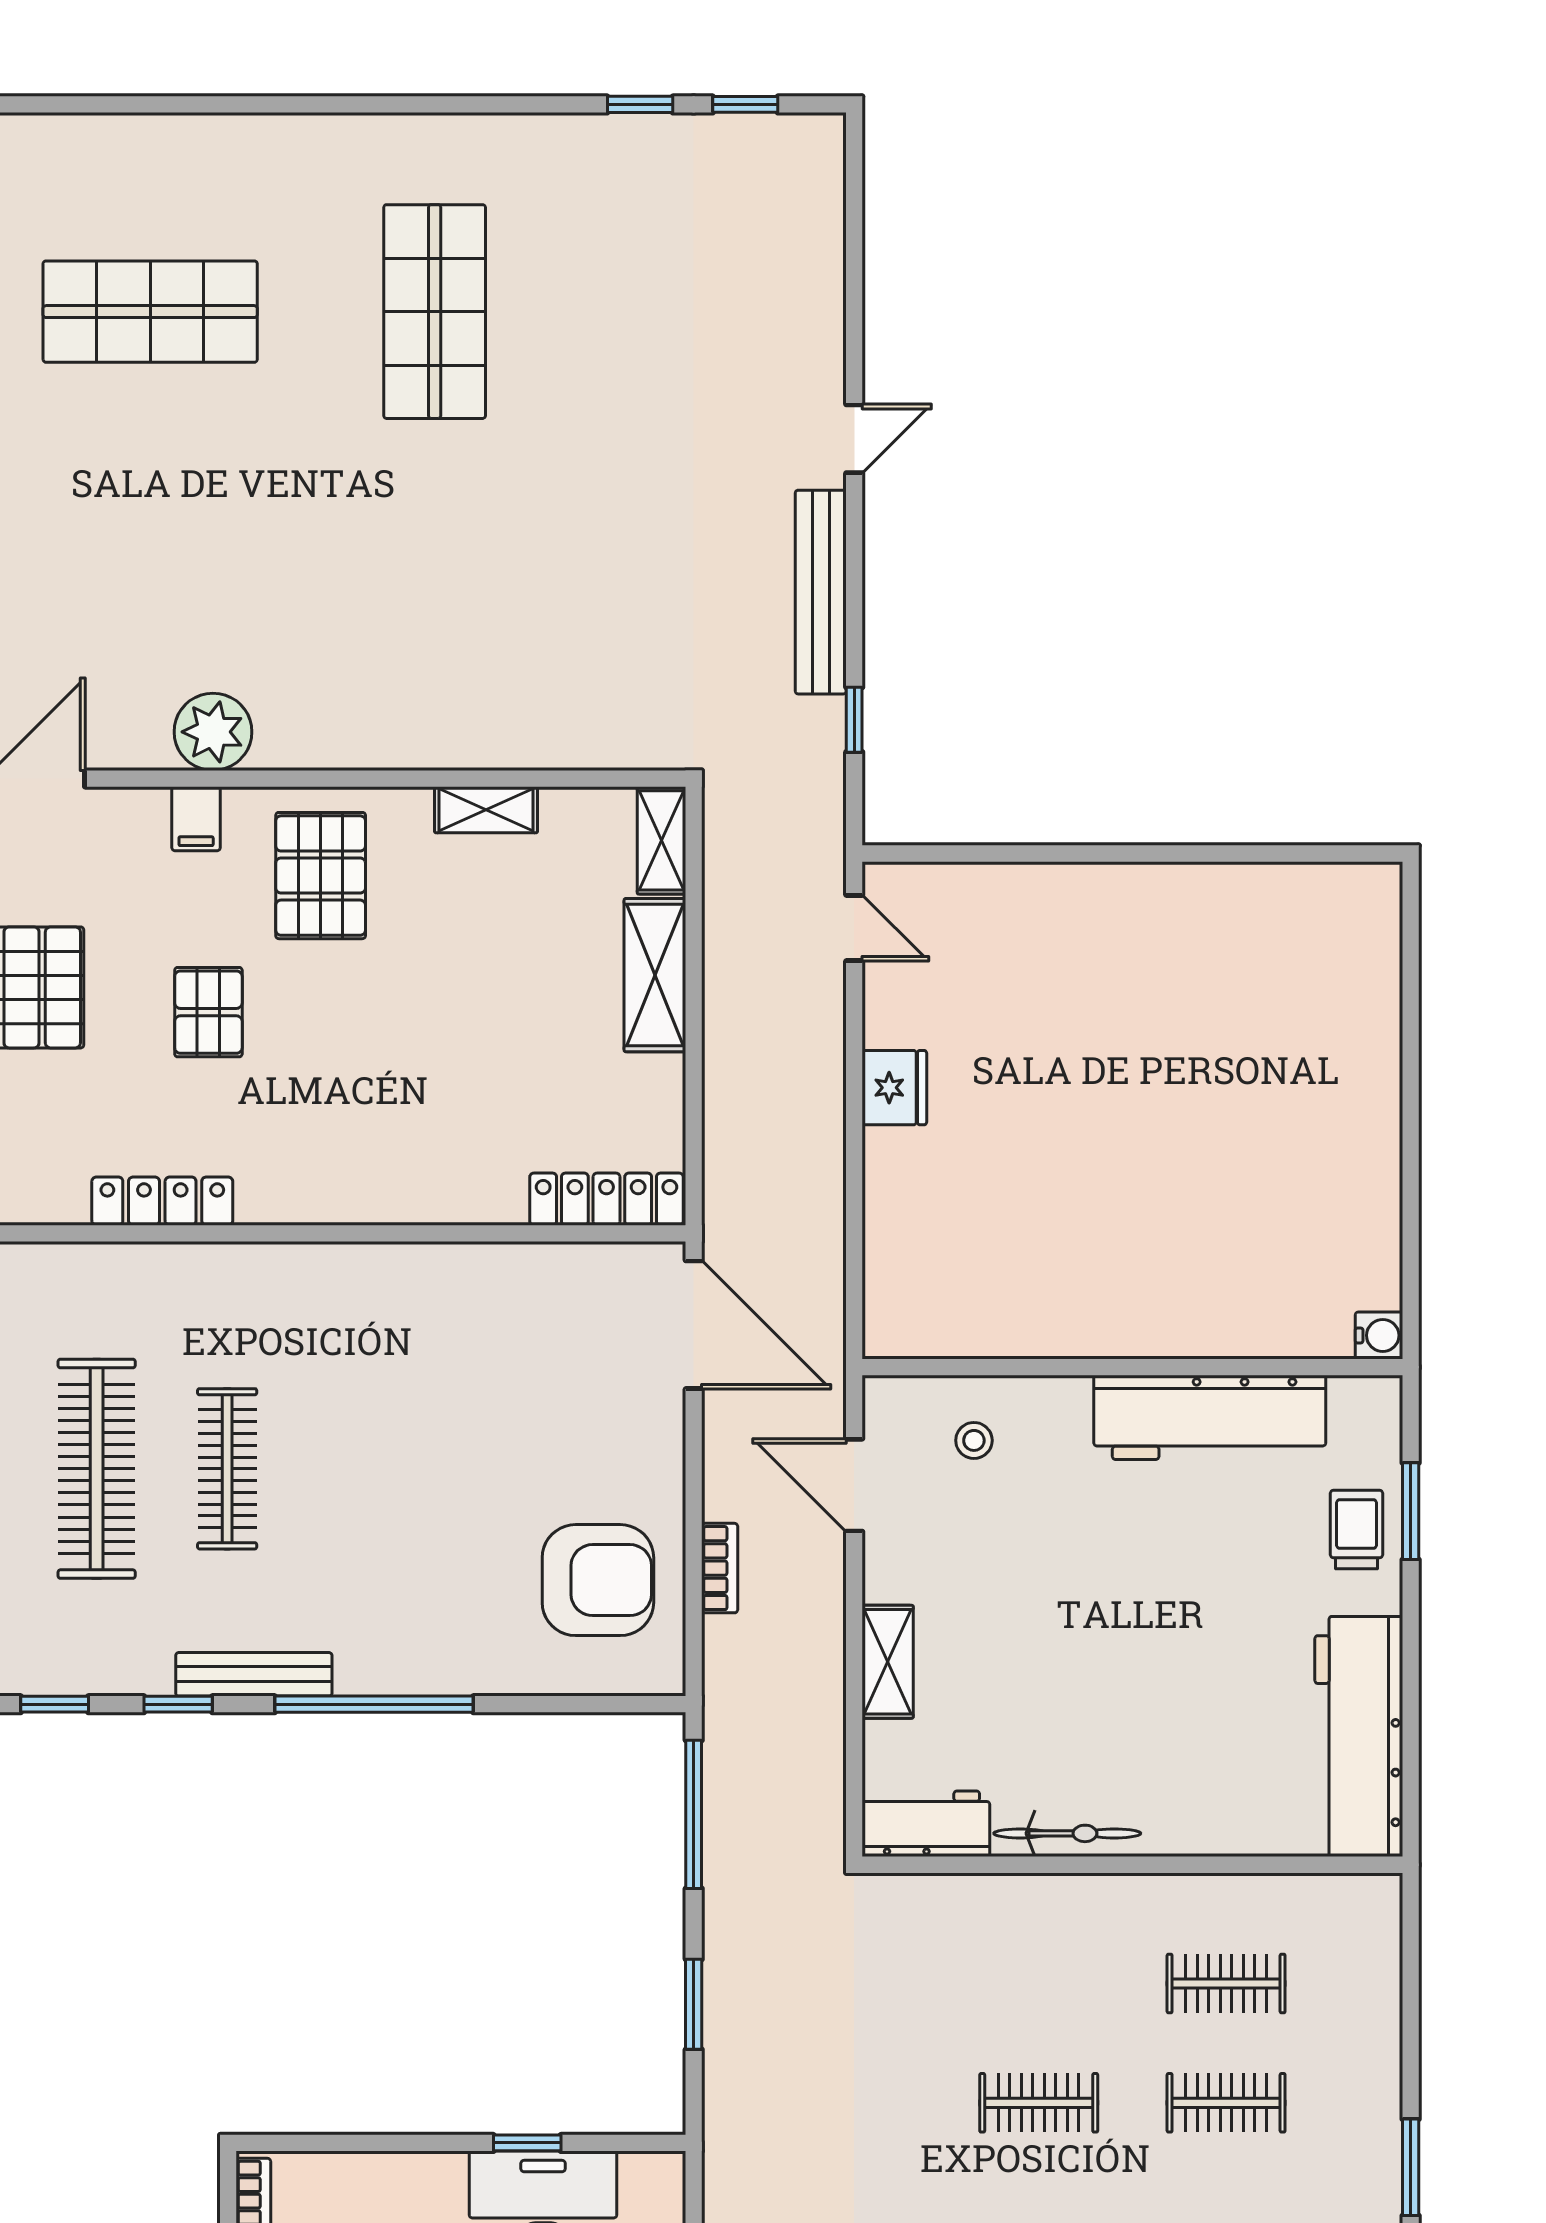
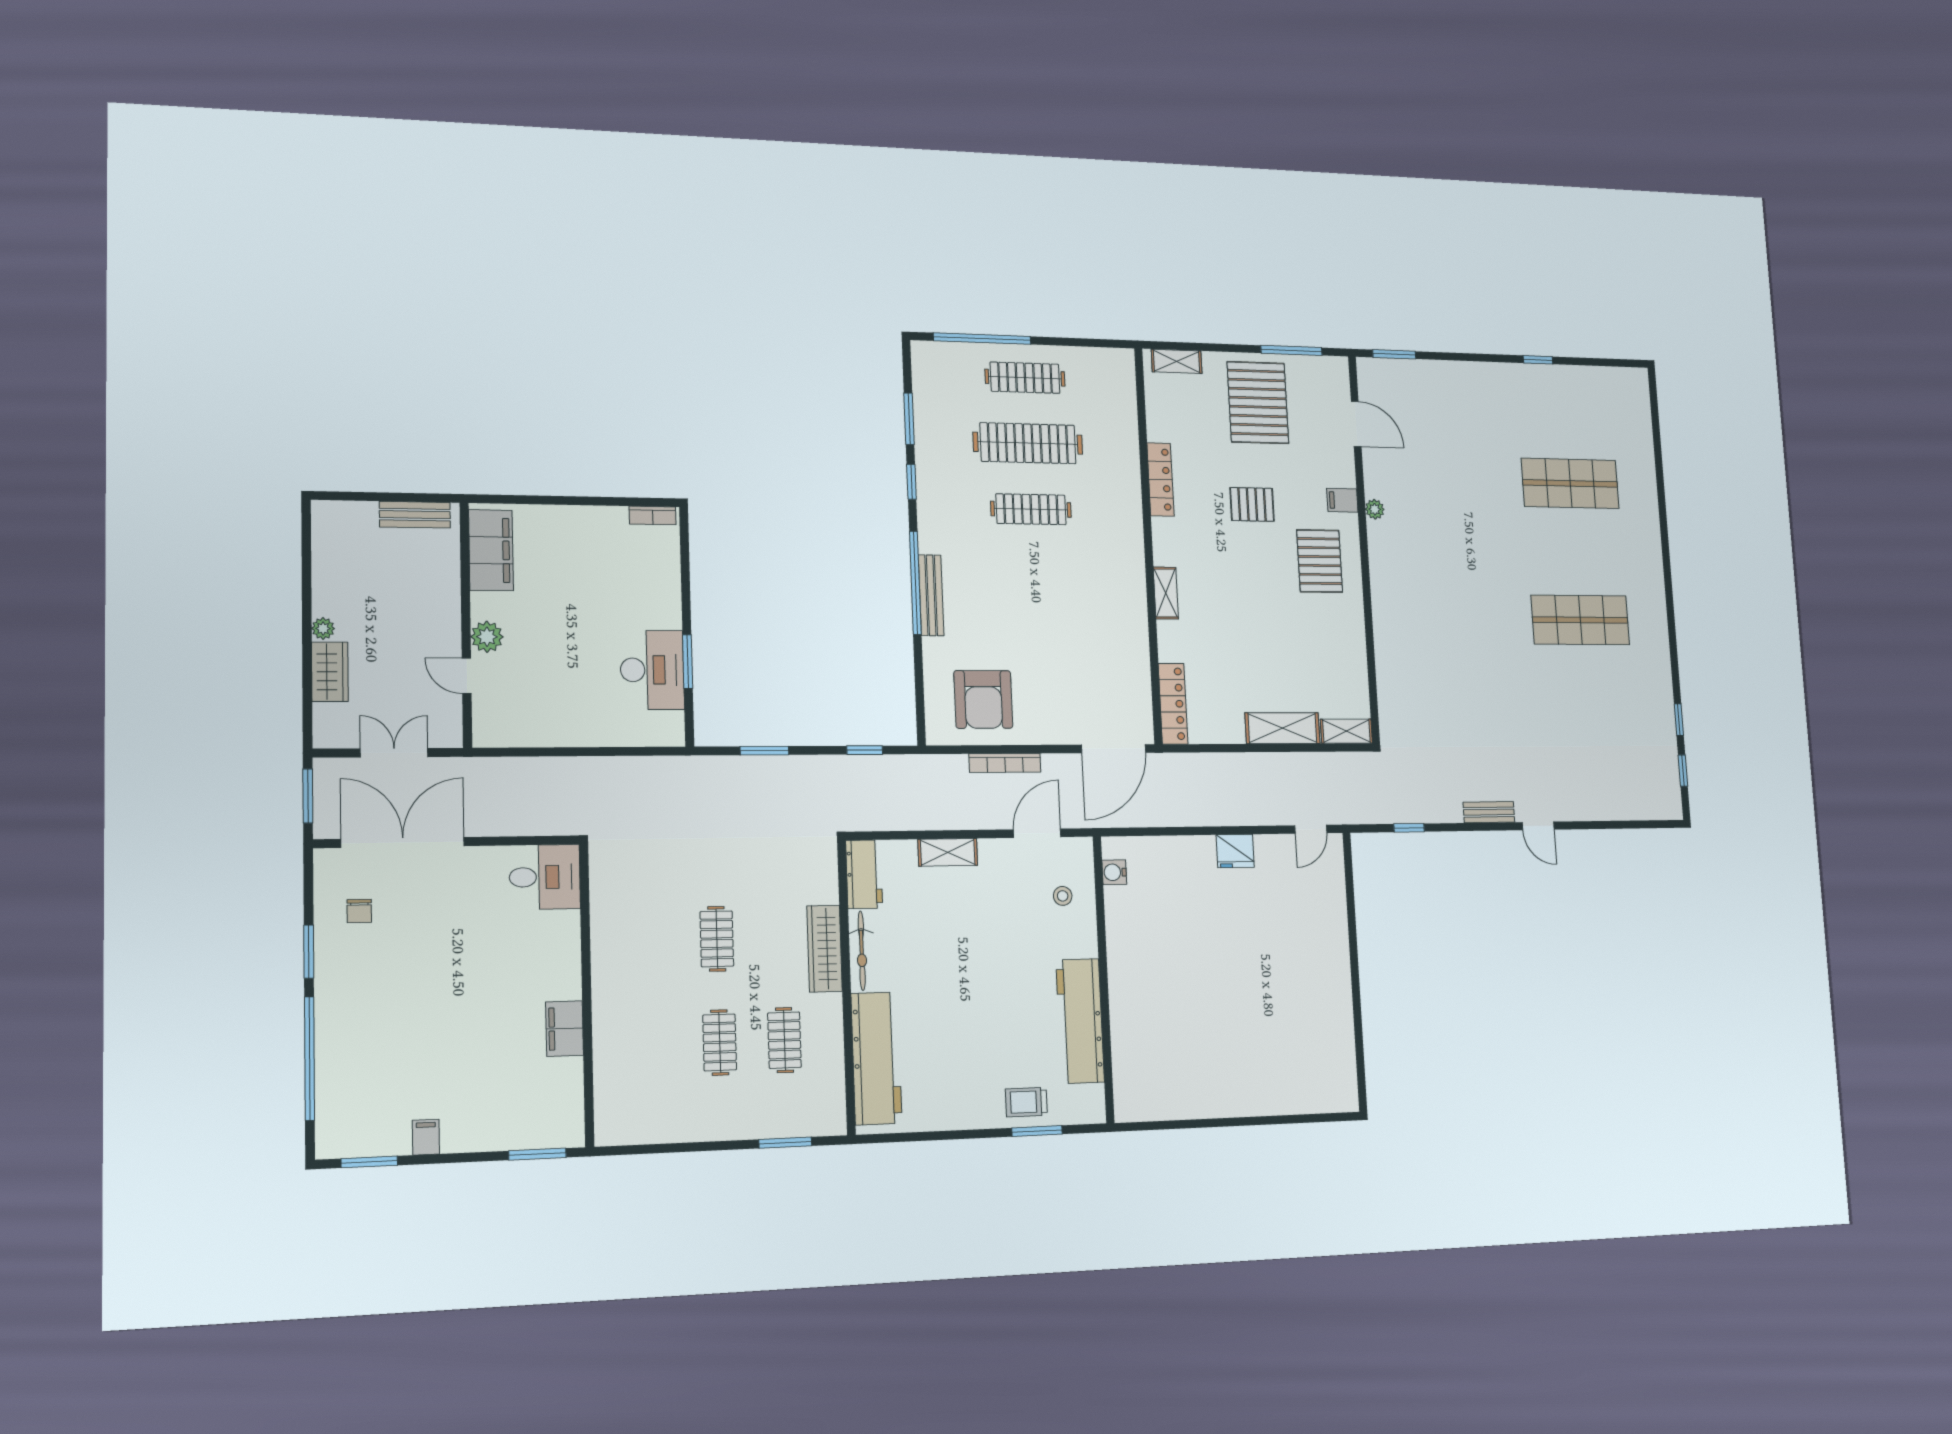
shop shelf: (150, 312) -> (1570, 483), turned 90
bench: (821, 592) -> (1489, 812), width x0.54, depth x0.82
plant: (213, 732) -> (1375, 509), width x0.53, depth x0.53
shelving: (486, 810) -> (1166, 593), moved
pallet: (321, 876) -> (1320, 561), turned 90
water cooler: (1379, 1335) -> (1114, 872), moved, turned 90
trolley: (1356, 1530) -> (1026, 1102), turned 180
bookcase: (720, 1568) -> (1005, 763), width x1.56
bench: (254, 1674) -> (931, 595), moved
window: (55, 1704) -> (909, 419), width x1.50
workbench: (1359, 1737) -> (876, 1058), moved, turned 90
window: (694, 1814) -> (865, 750), width x0.46
wardrobe: (1061, 1903) -> (824, 949), added
window: (527, 2143) -> (688, 662), width x1.50
window: (1411, 2167) -> (785, 1143), moved

